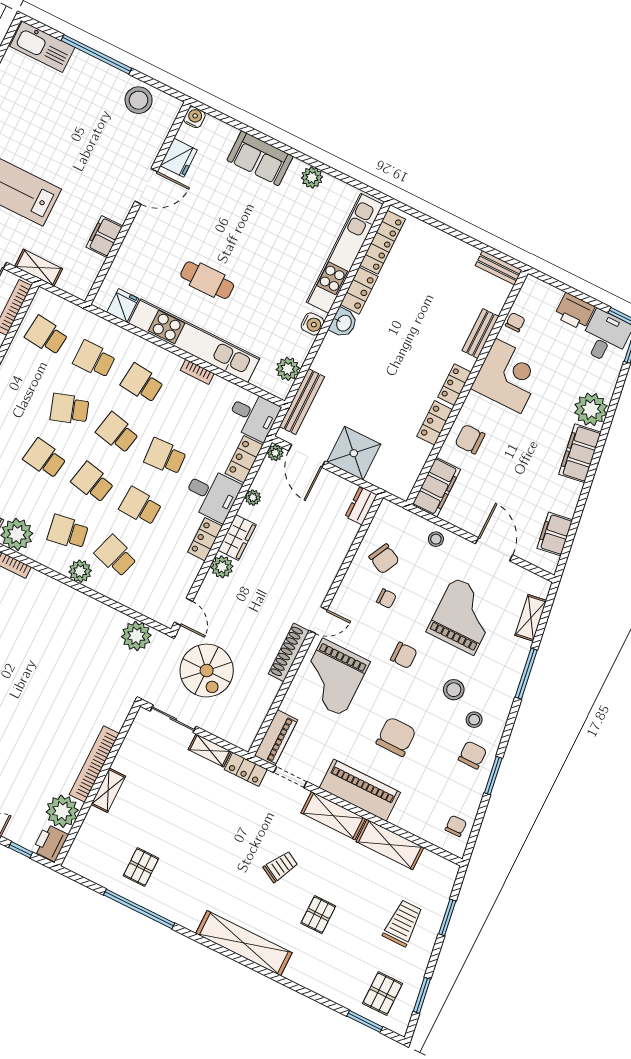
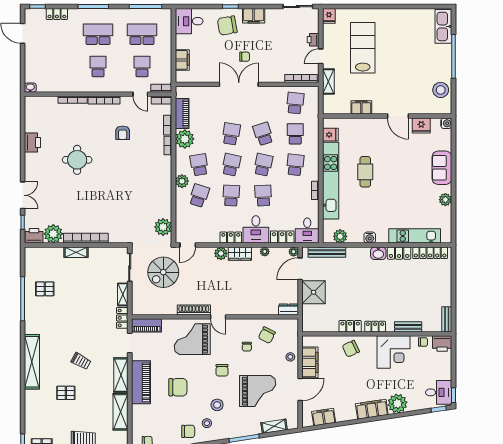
kitchen unit: (345, 253) -> (415, 236), width x0.73
printer: (574, 312) -> (442, 344), moved, turned -90
chair: (470, 439) -> (351, 349), turned -115
filing cabinet: (436, 487) -> (310, 362), moved, turned -90

